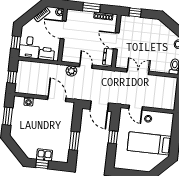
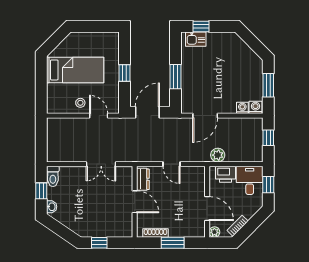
window: (135, 12) -> (99, 243), moved
plant: (71, 71) -> (218, 155), moved
door: (57, 99) -> (205, 116), hinge flipped
washing machine: (19, 101) -> (255, 107), added
door: (99, 106) -> (147, 112), hinge flipped
window: (74, 141) -> (176, 77), moved
kitchen sink: (44, 155) -> (196, 39), moved
window: (42, 164) -> (201, 26), moved

